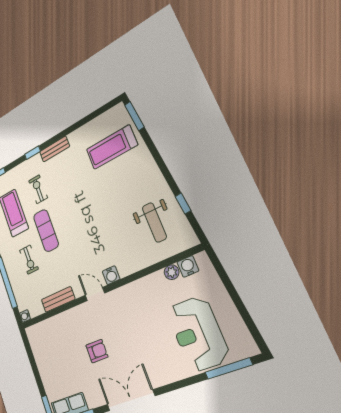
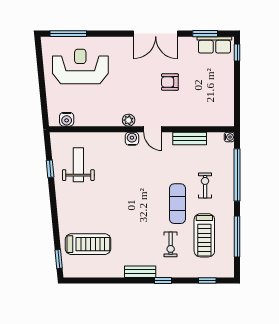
window: (134, 116) -> (59, 259), width x0.67
plant: (172, 272) -> (129, 120), moved
reception desk: (198, 334) -> (80, 66), turned -90

